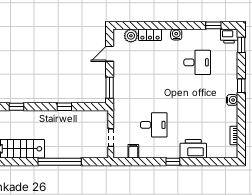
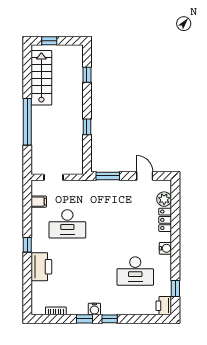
window: (241, 45) -> (85, 319), moved
desk: (197, 62) -> (135, 271), width x1.37
desk: (154, 125) -> (67, 224), width x1.37

